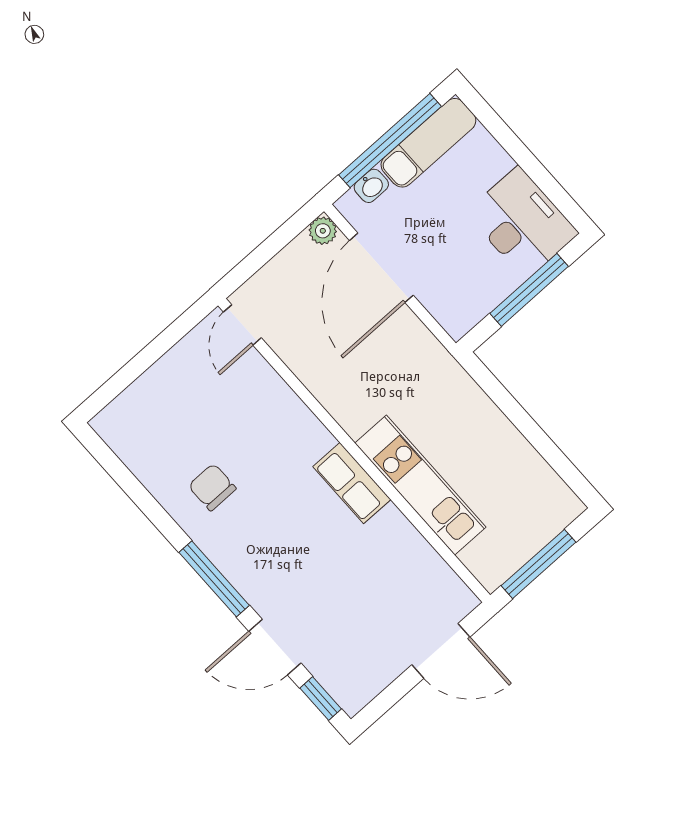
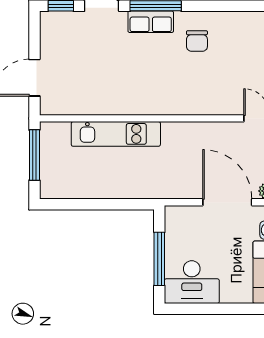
row of seats: (352, 483) -> (151, 22), moved, turned 180
chair: (212, 487) -> (197, 41), turned 90

